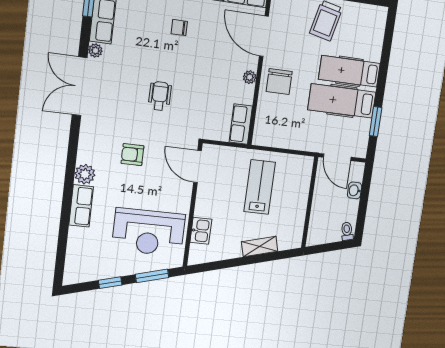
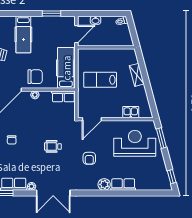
hospital bed: (342, 101) -> (66, 68), moved, turned 180
reception desk: (149, 232) -> (135, 143), turned -90
window: (110, 283) -> (172, 177), moved

